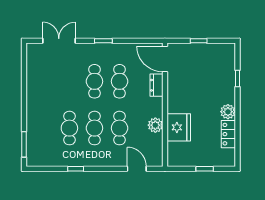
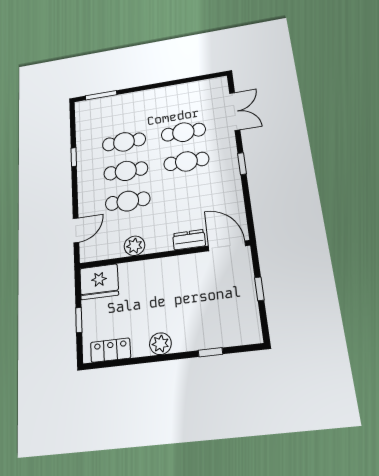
door: (165, 59) -> (227, 246), hinge flipped
cafe table: (120, 81) -> (183, 132), moved
fridge: (179, 127) -> (99, 282), moved
locker: (228, 134) -> (111, 350), moved

